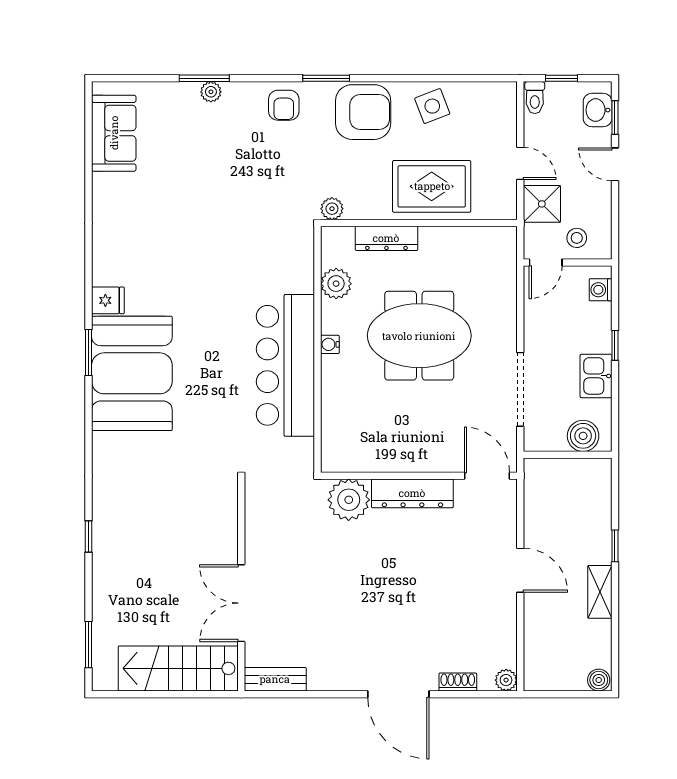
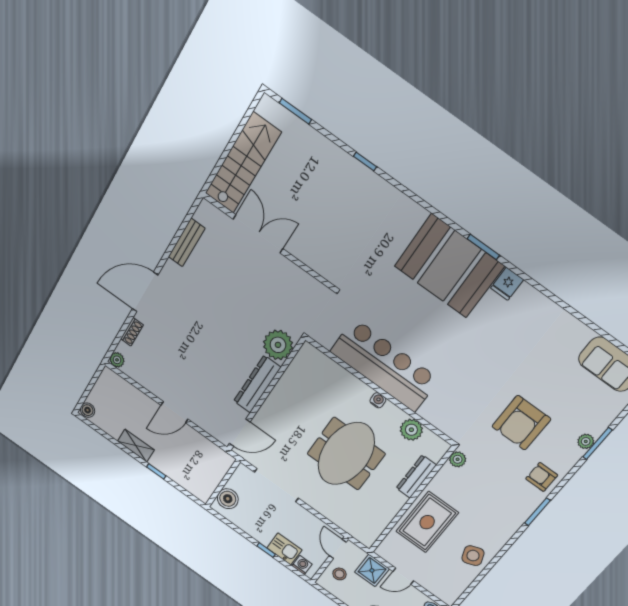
armchair: (363, 112) -> (521, 423), moved
kitchen sink: (596, 376) -> (284, 549), moved
bench: (275, 679) -> (187, 243), moved

